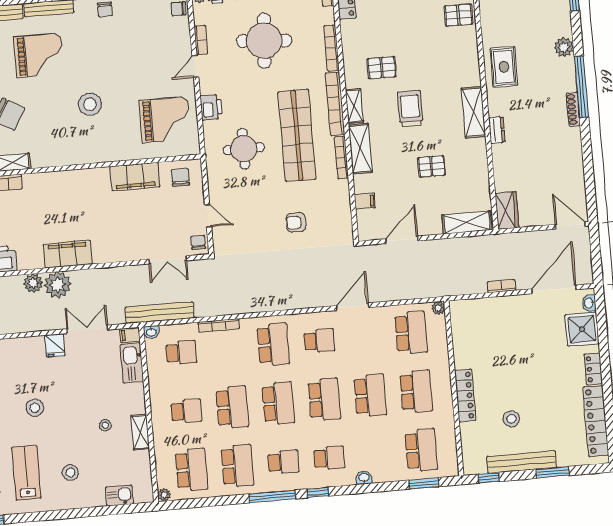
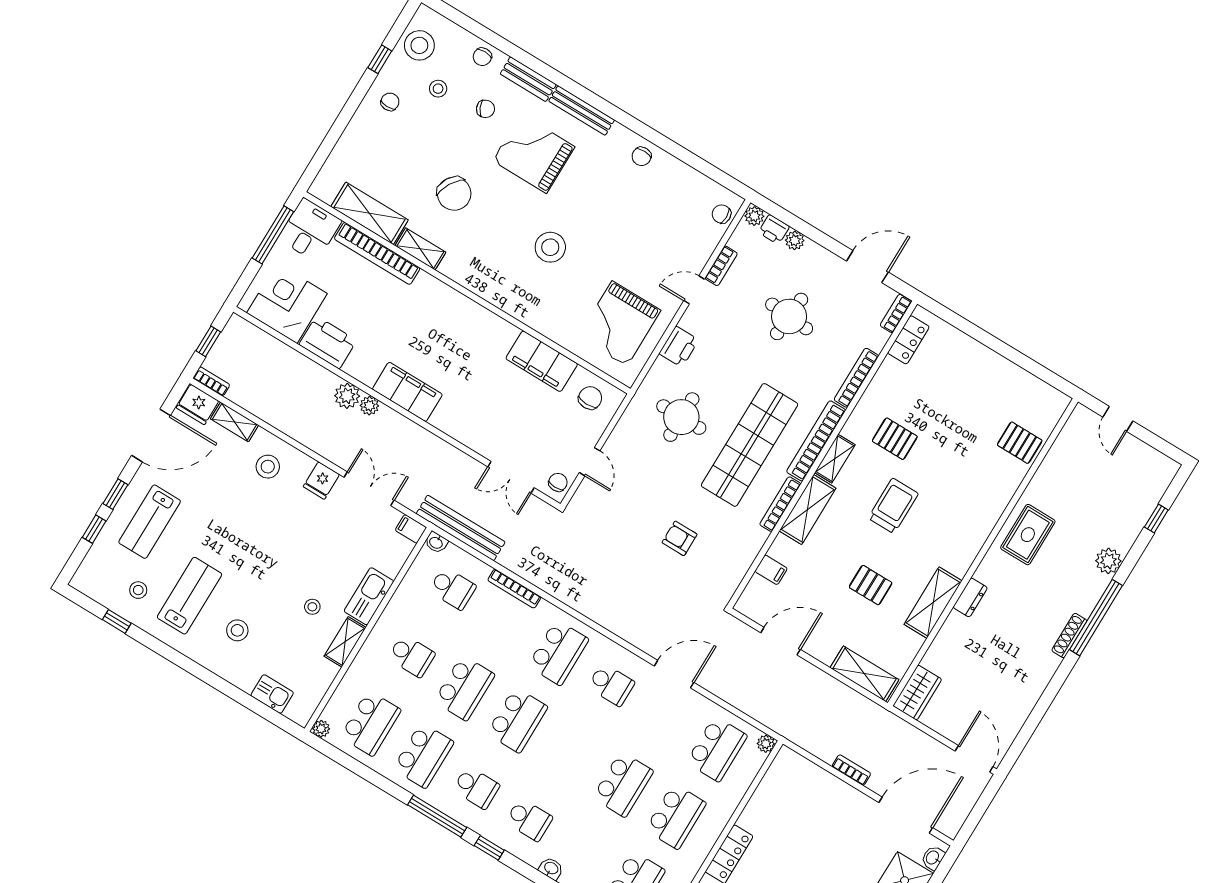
round table: (264, 41) -> (789, 316), width x0.73, depth x0.73
grand piano: (39, 55) -> (534, 154), turned 180
shelving: (474, 112) -> (933, 603), moved
grand piano: (165, 120) -> (619, 324), turned 90
plant: (58, 285) -> (369, 406), width x0.53, depth x0.53
kitchen sink: (132, 363) -> (369, 596), moved
school desk: (324, 399) -> (570, 752), removed
stool: (35, 408) -> (268, 467), moved

